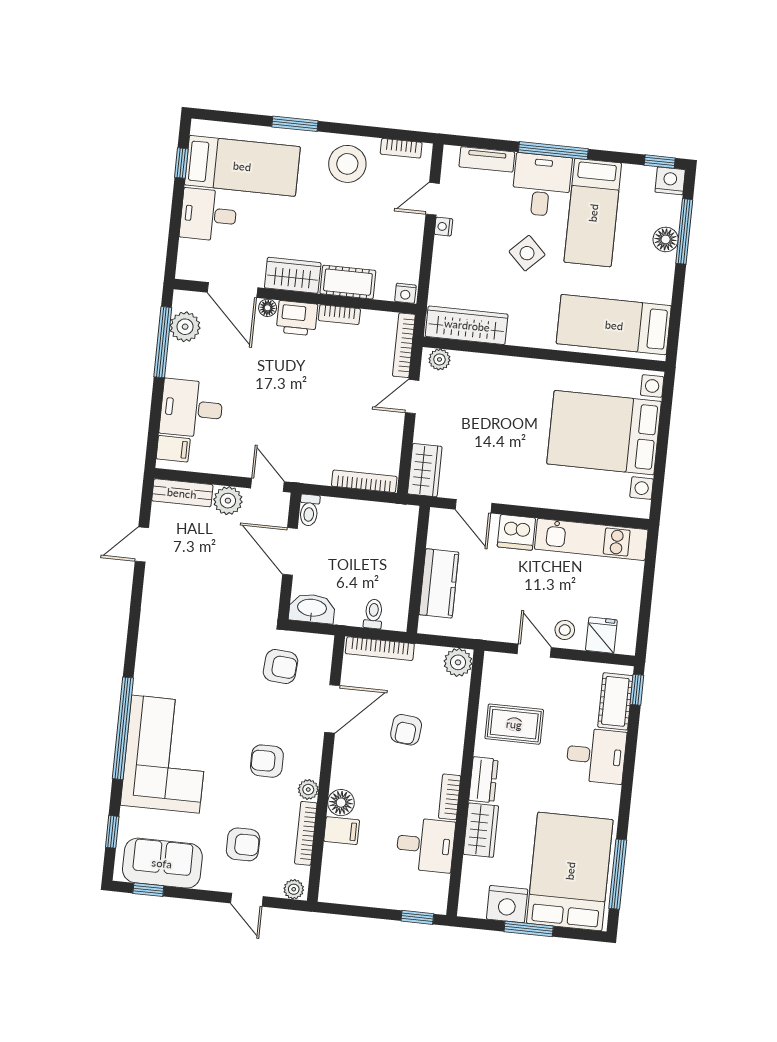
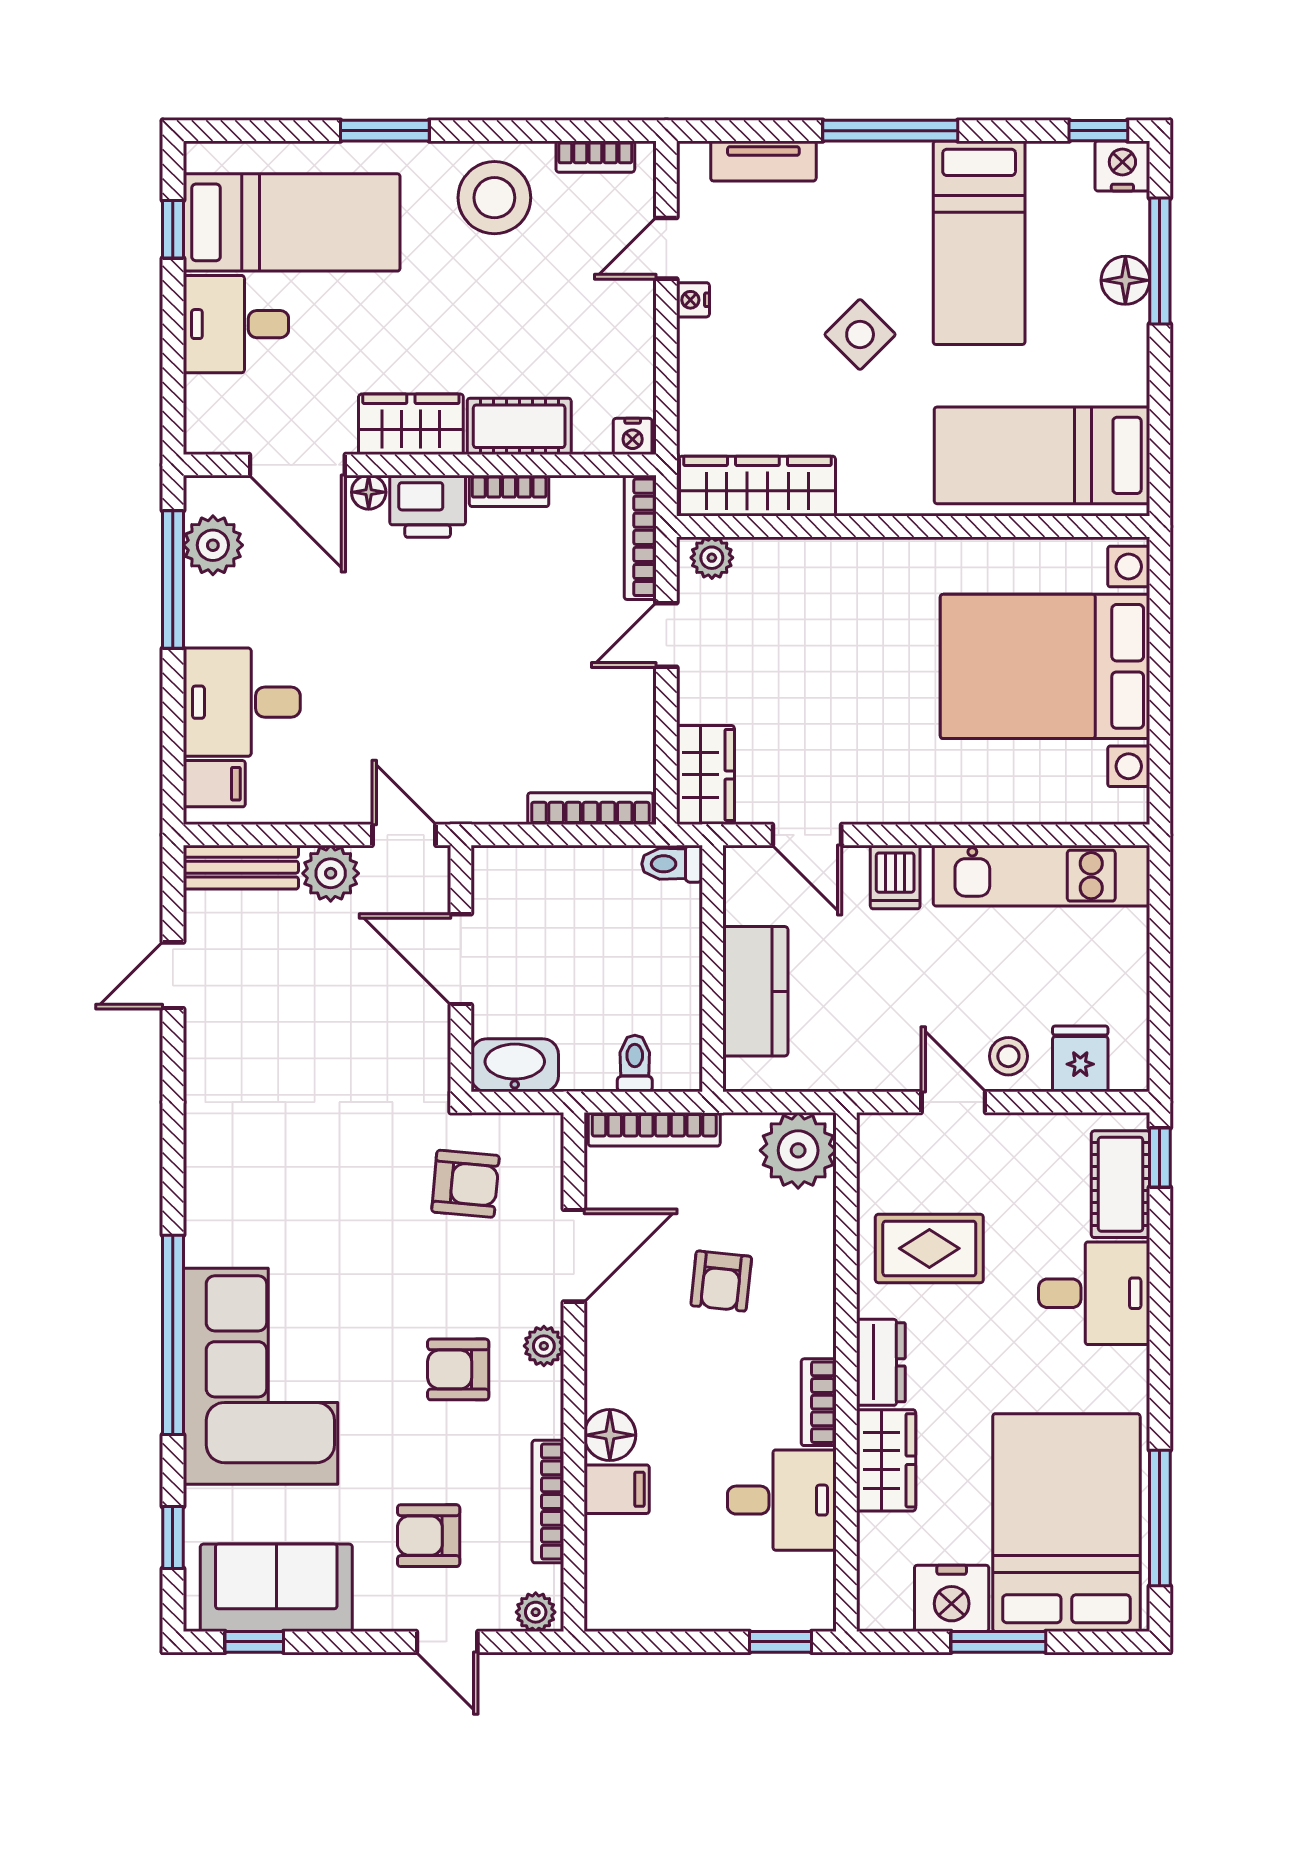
desk: (542, 185) -> (875, 200), removed
toilet: (309, 510) -> (672, 864), moved, turned 90
dishwasher: (516, 532) -> (895, 877), width x0.73
plant: (458, 662) -> (798, 1150), width x1.36, depth x1.36
plant: (308, 789) -> (544, 1346), moved
armchair: (243, 844) -> (429, 1536), turned 180

